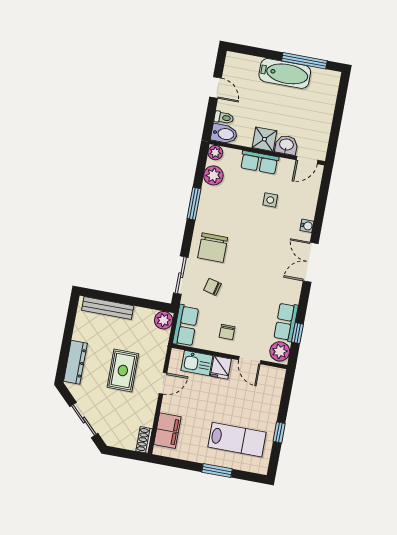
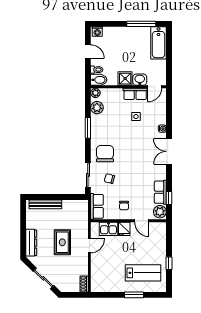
washing machine: (235, 60) -> (97, 32), added
bathtub: (285, 73) -> (159, 43), moved, turned 90
row of seats: (259, 162) -> (135, 94), moved
chair: (213, 248) -> (105, 154), turned 180
plant: (164, 320) -> (82, 206), removed
filing cabinet: (167, 431) -> (98, 275), removed

